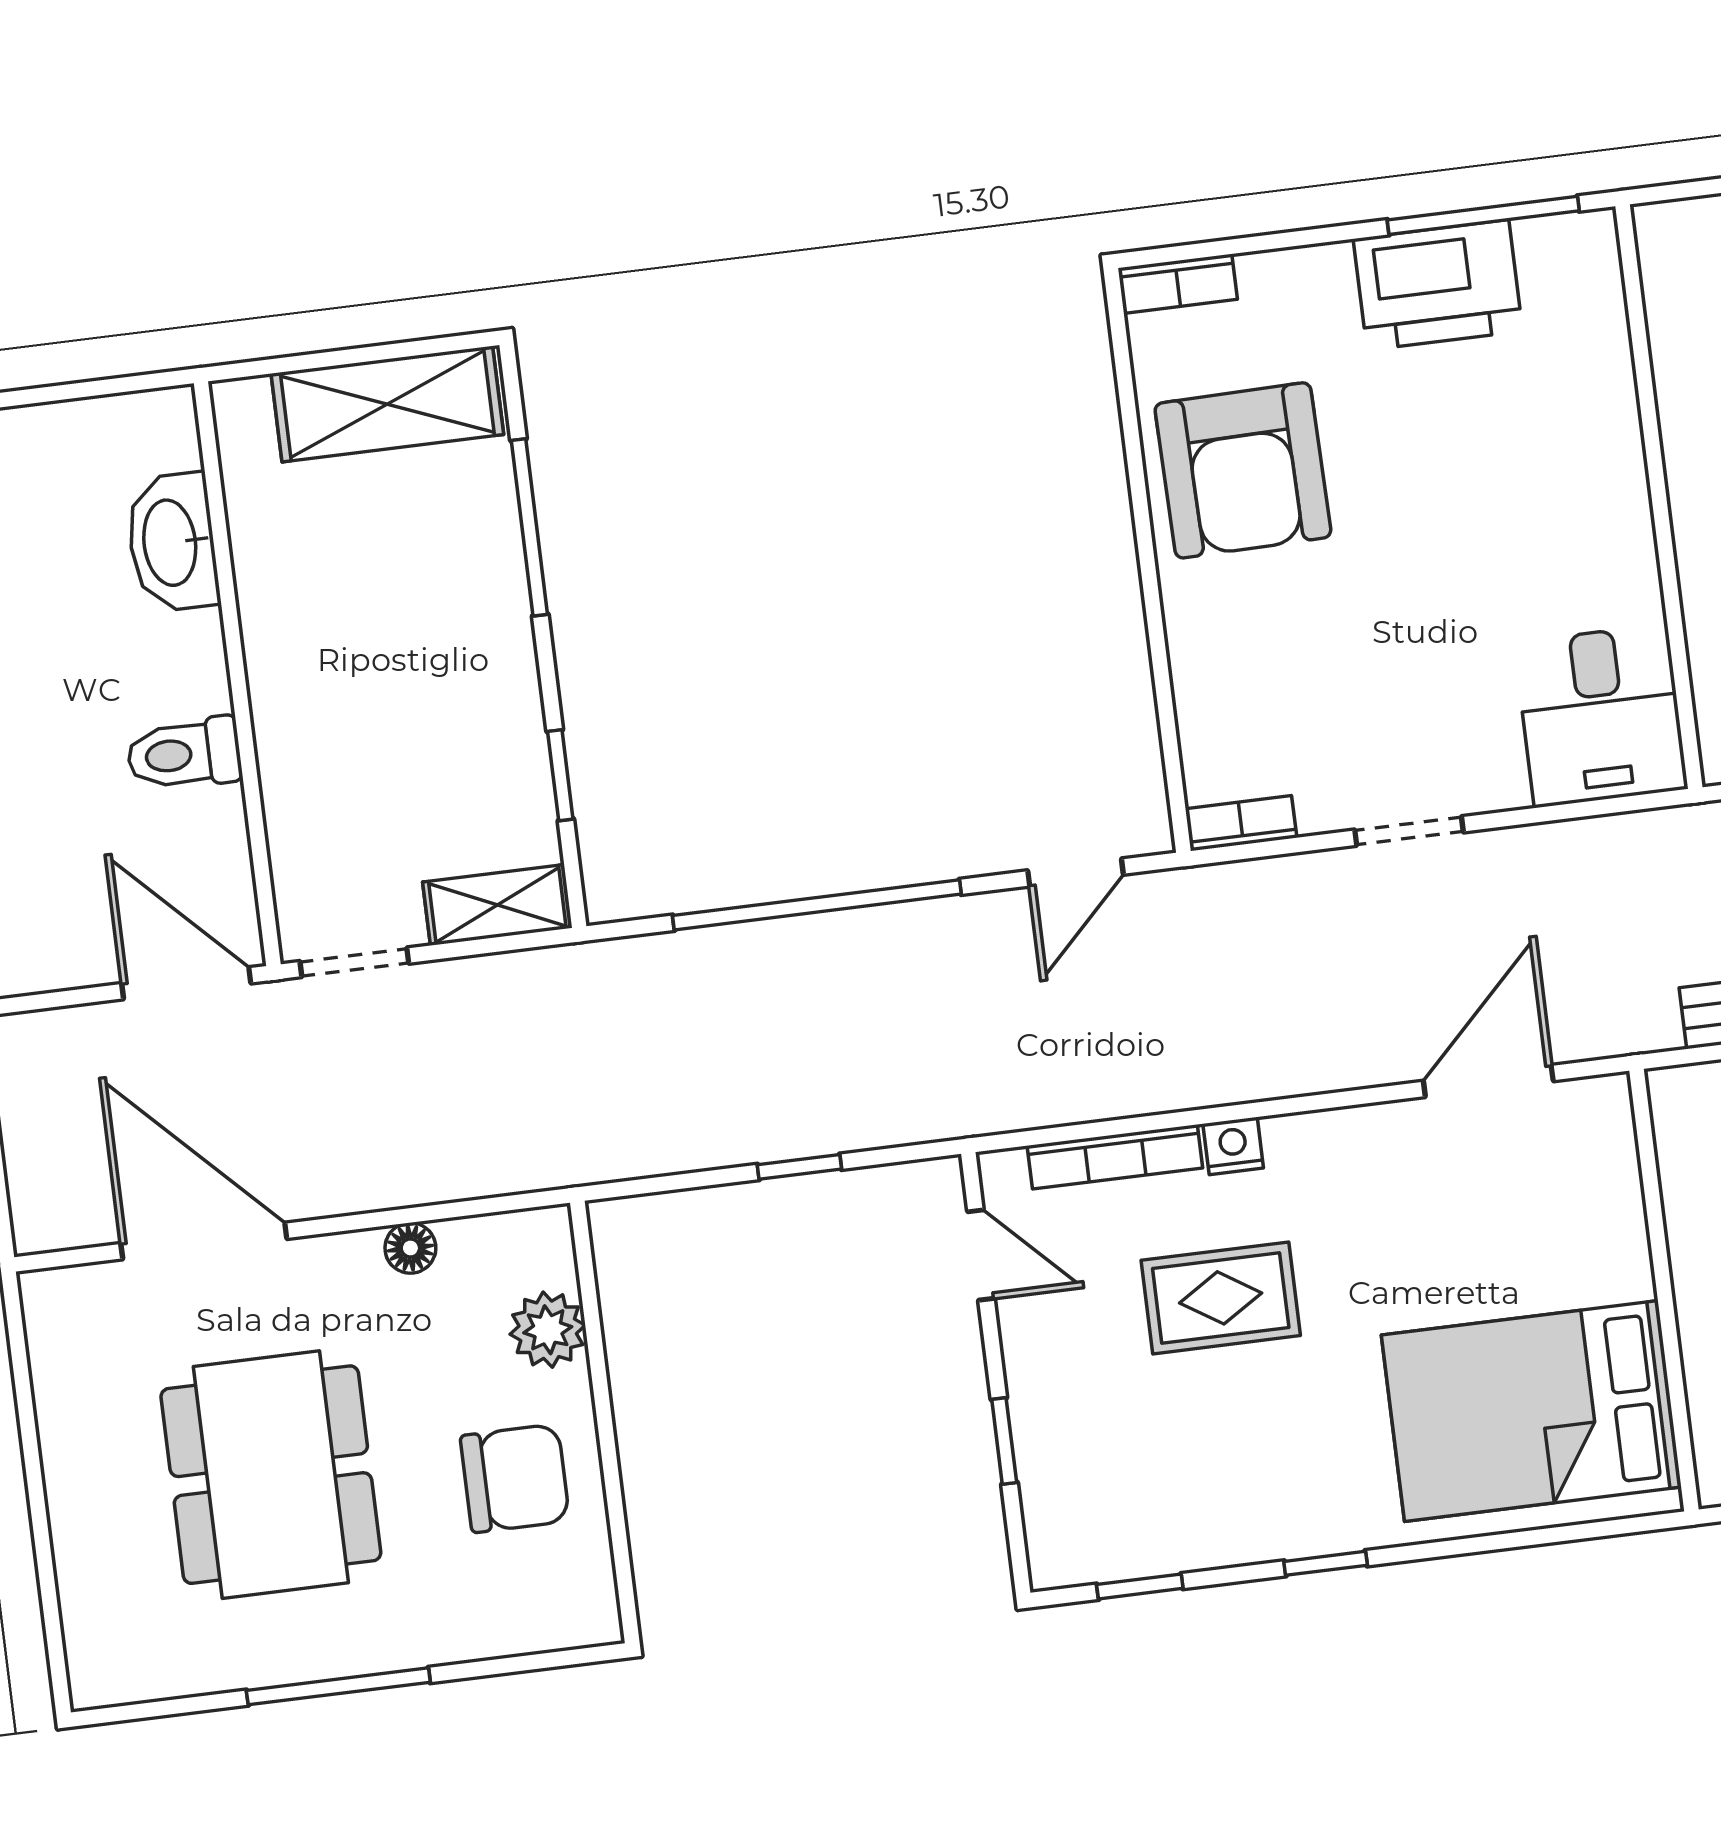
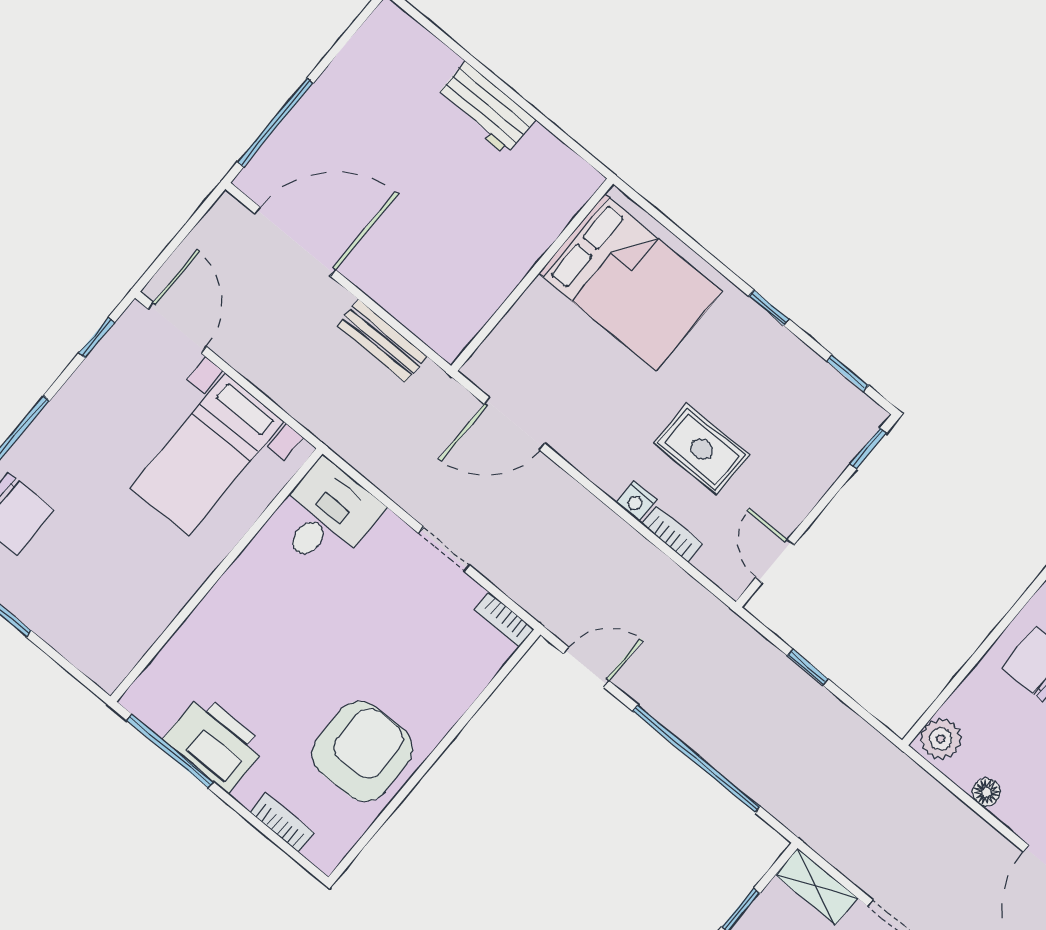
bookcase: (1178, 284) -> (282, 822), moved
bookcase: (1115, 1157) -> (672, 534), width x0.64
plant: (548, 1330) -> (941, 739), moved
window: (1004, 1441) -> (868, 449), moved

